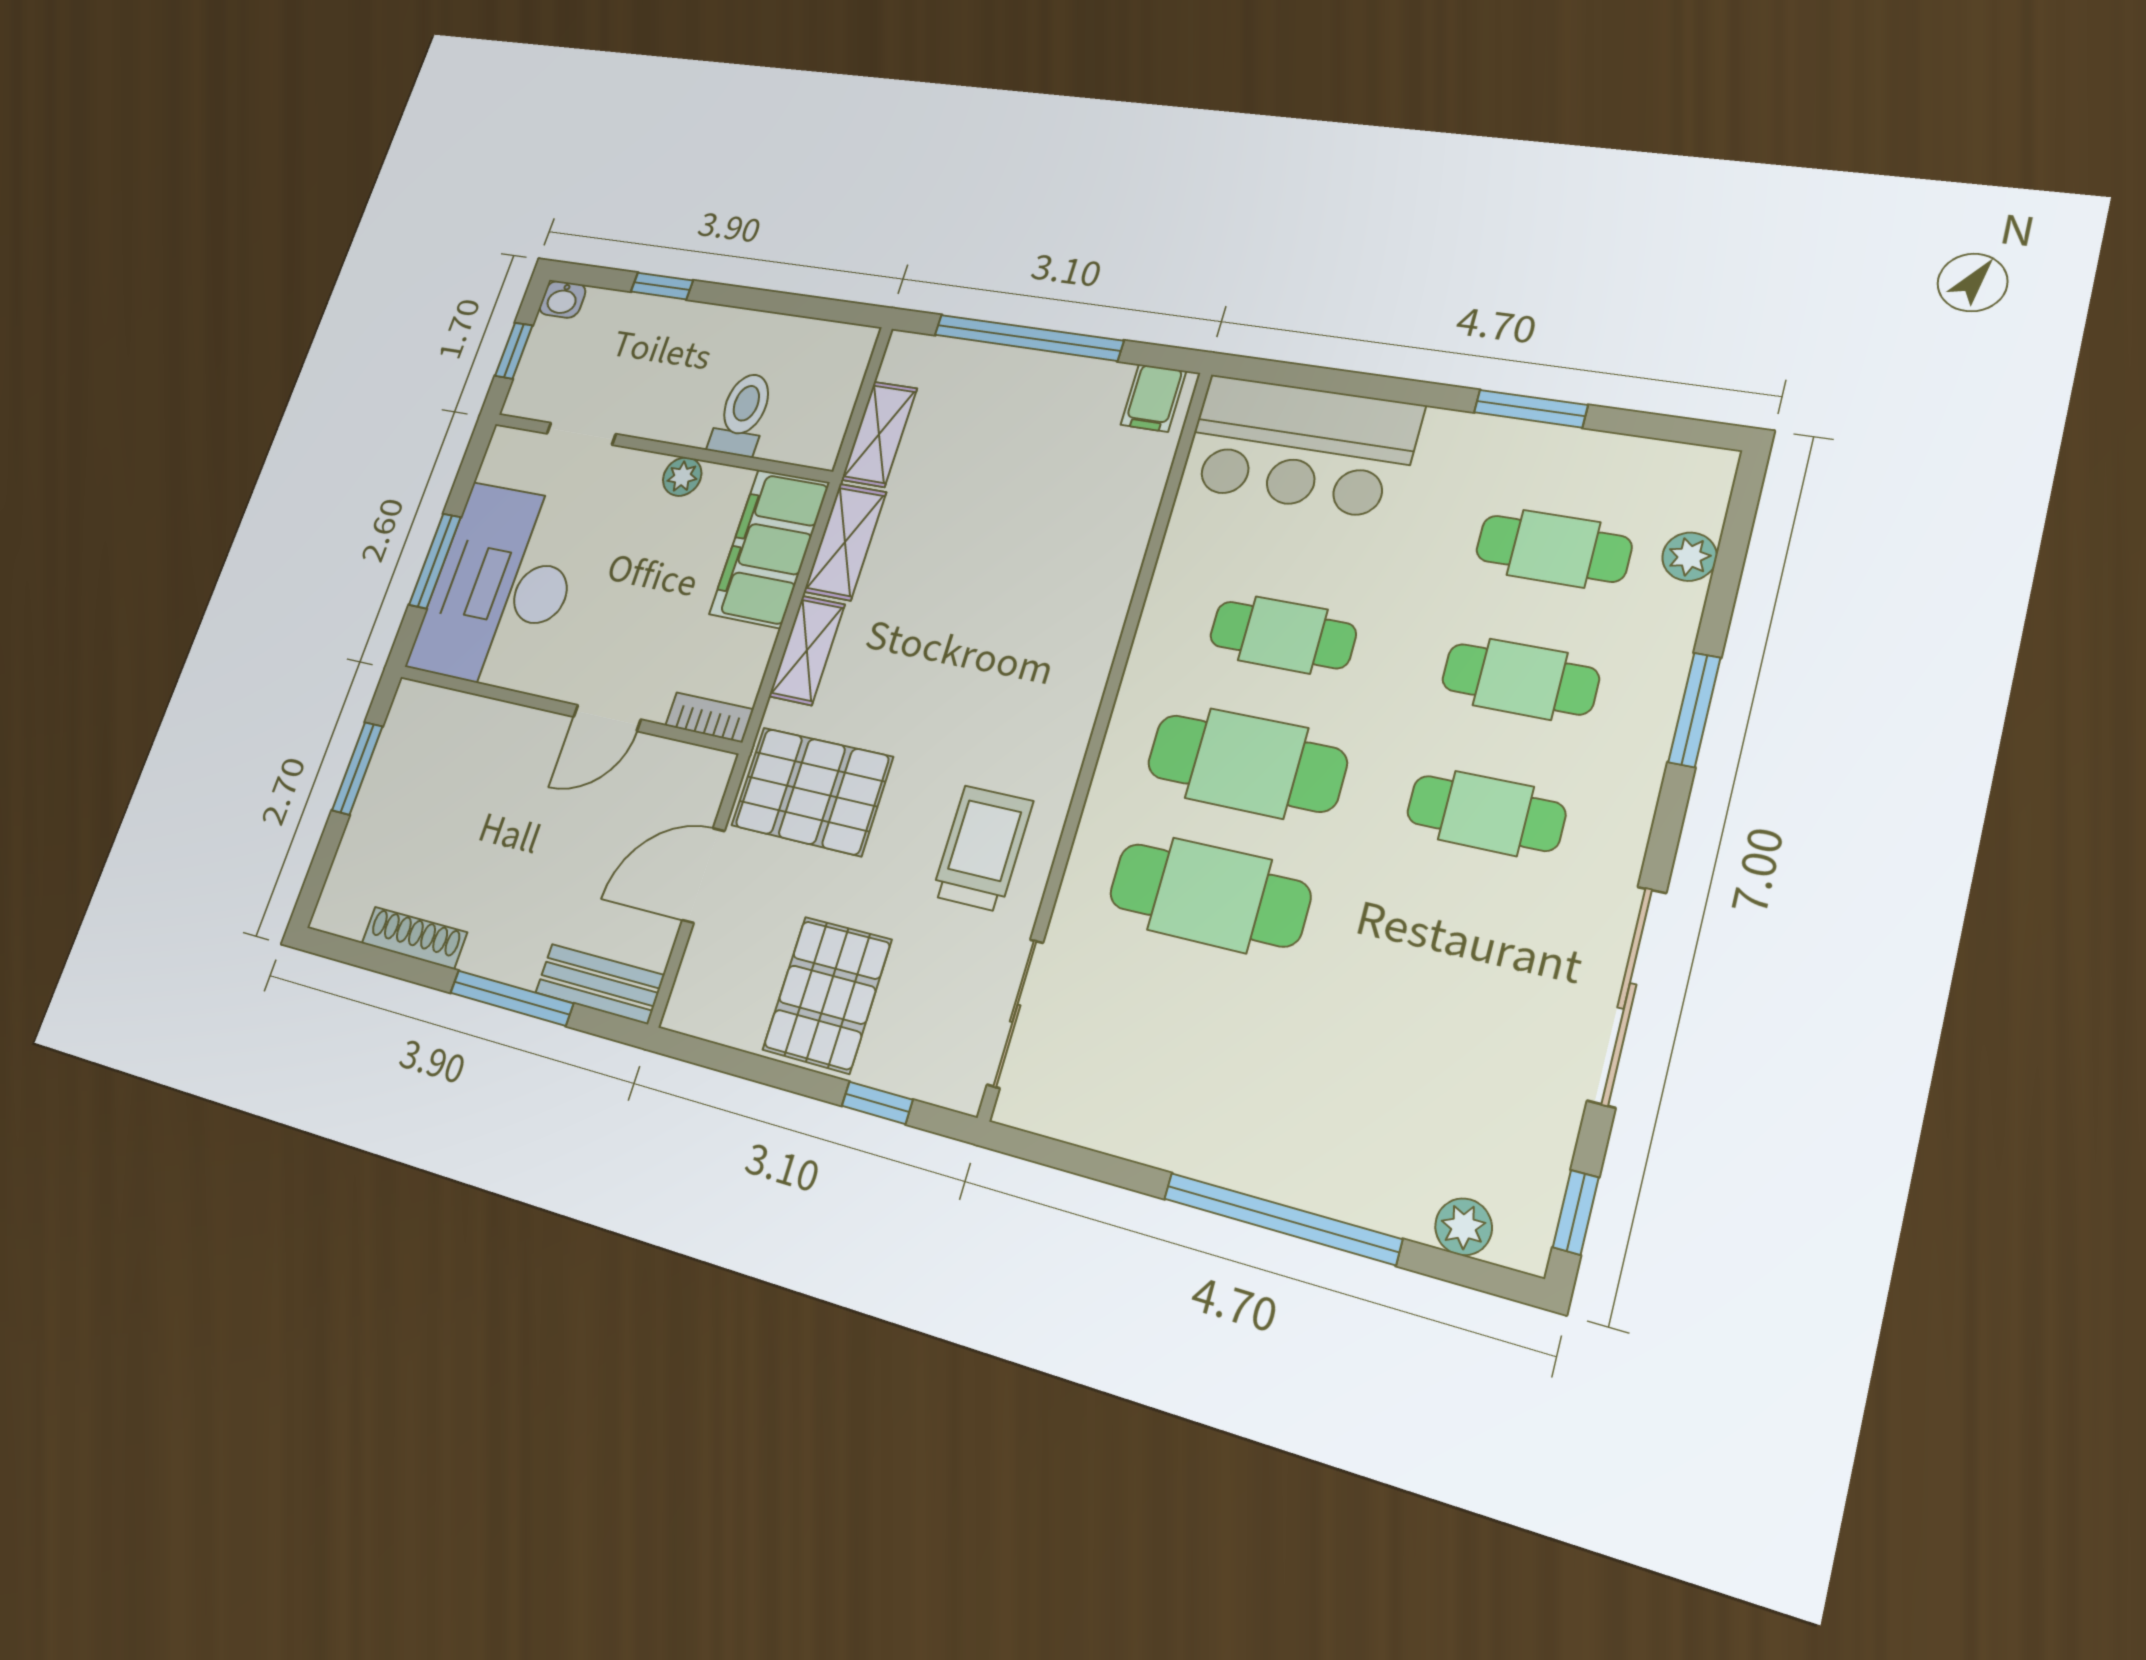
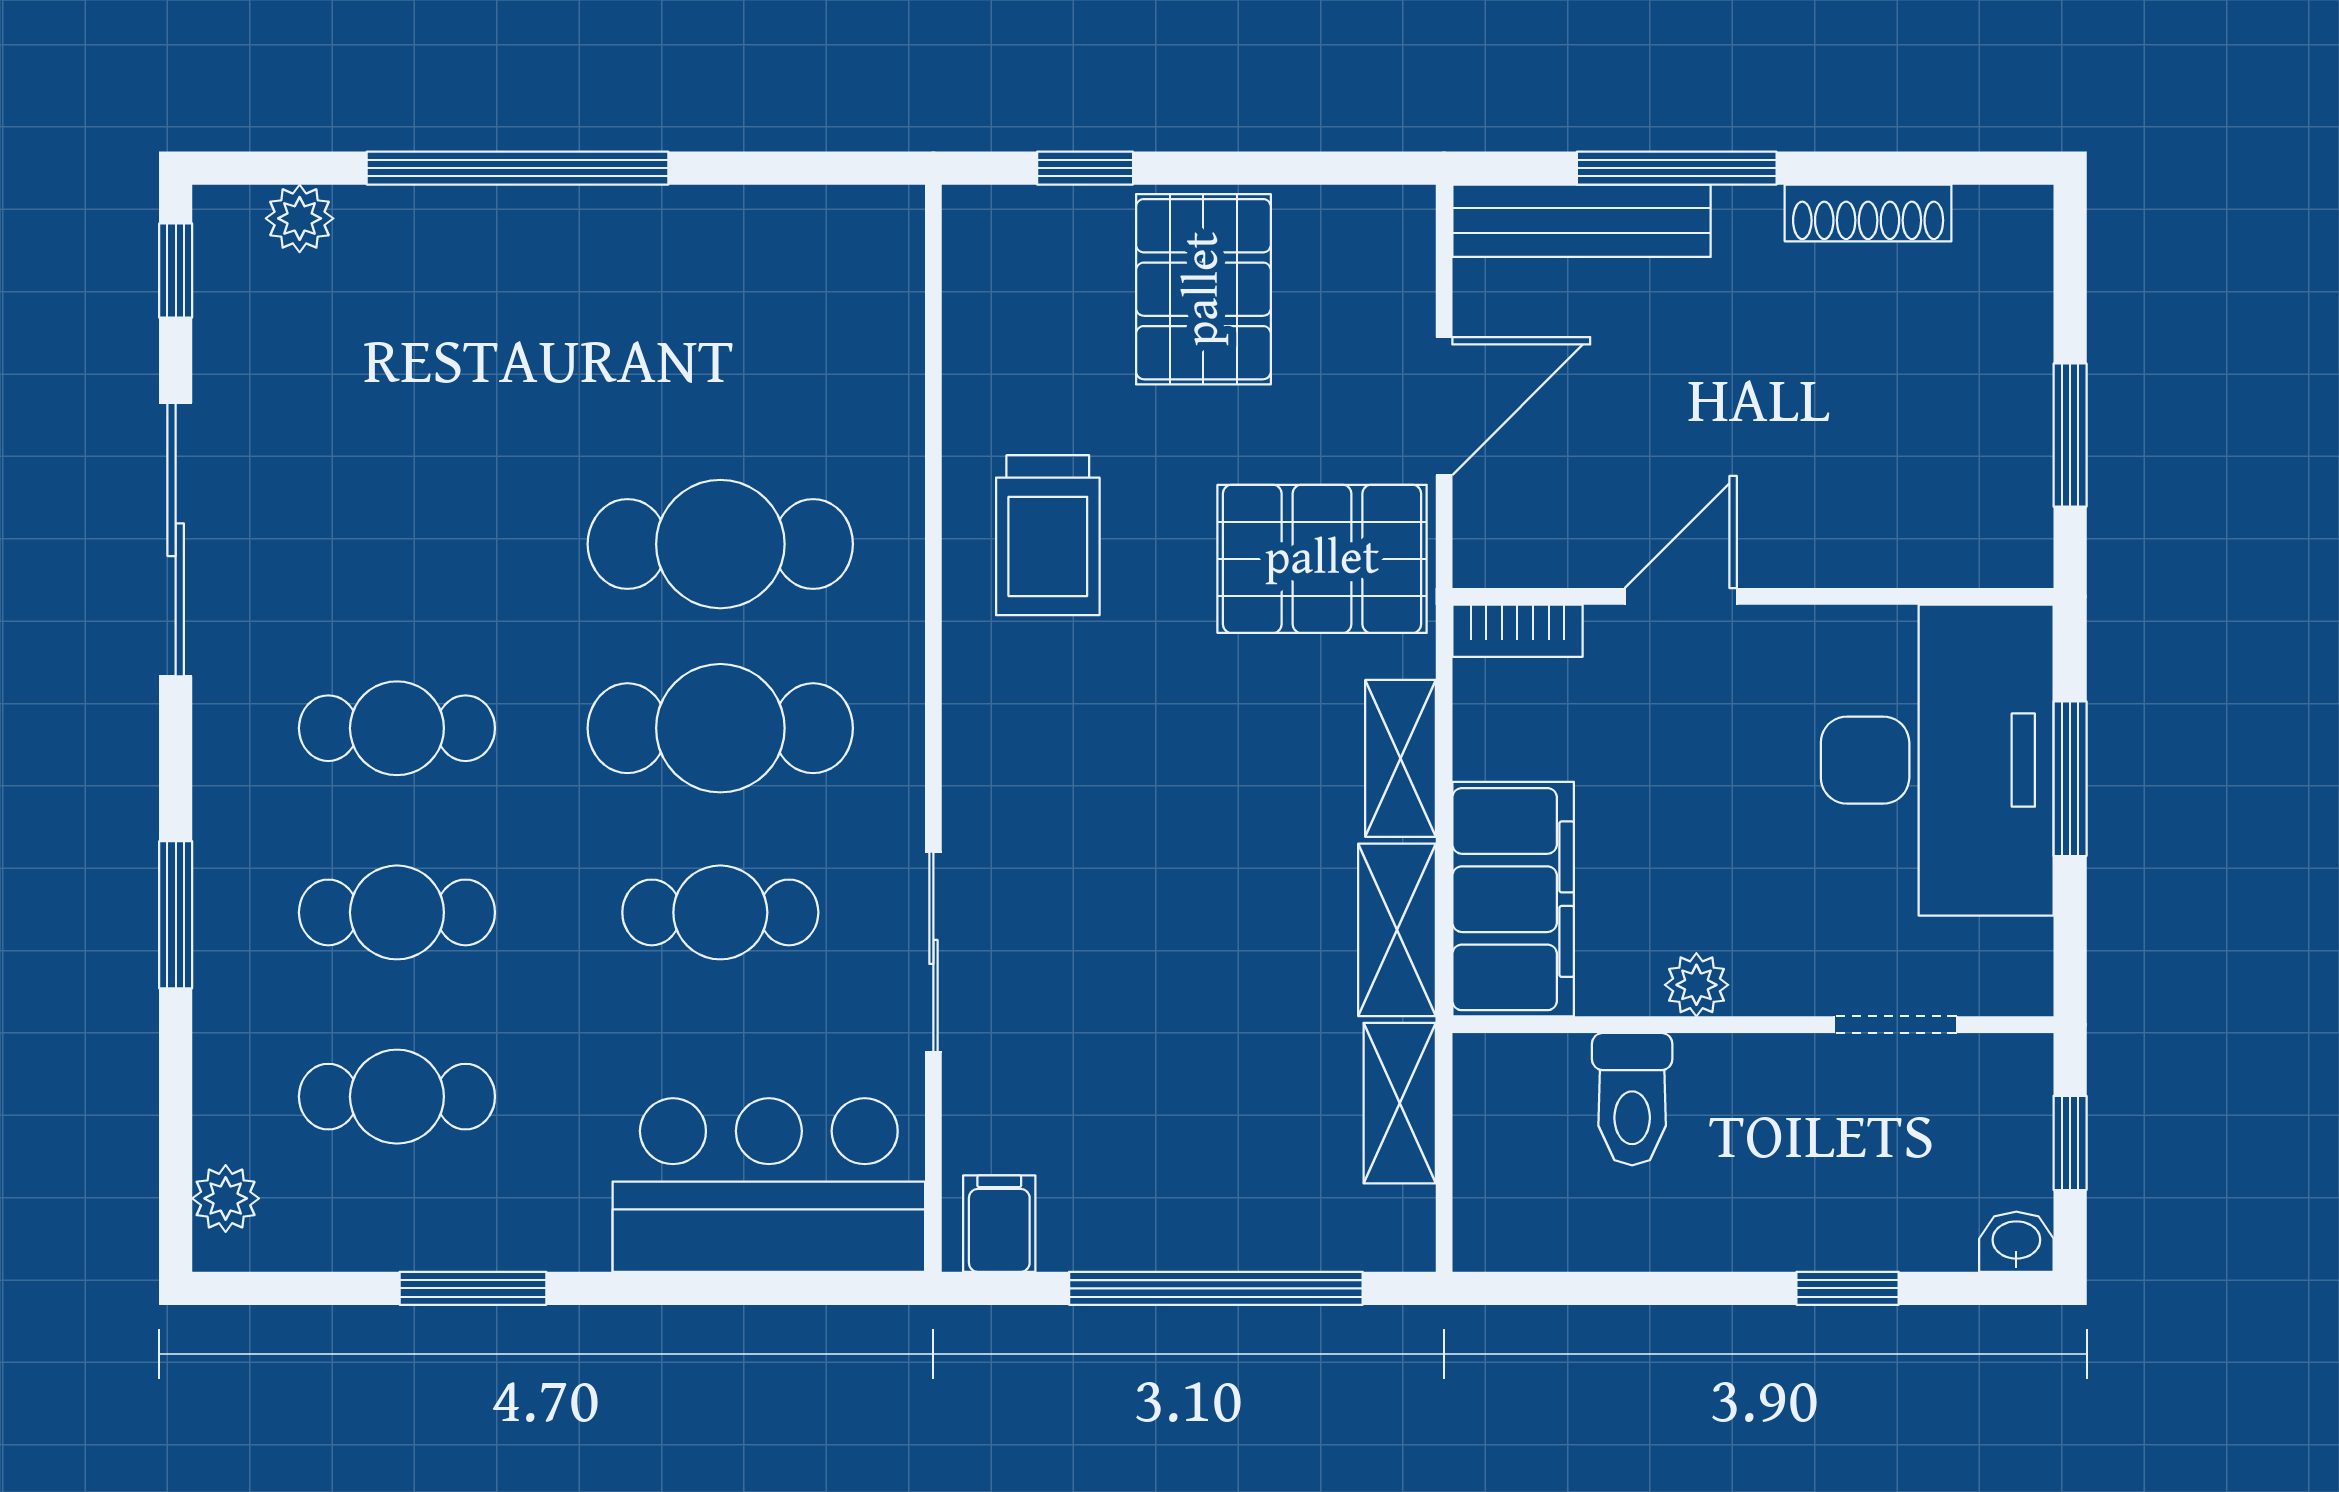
plant: (1689, 557) -> (226, 1198), moved
bench: (600, 984) -> (1582, 221), width x1.36
sliding door: (1015, 1013) -> (933, 952), moved

